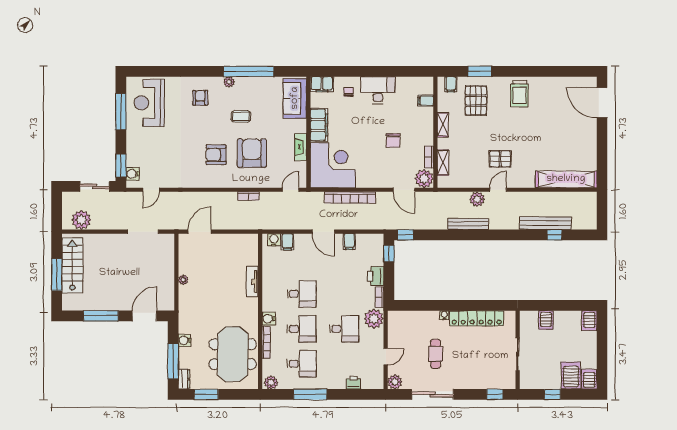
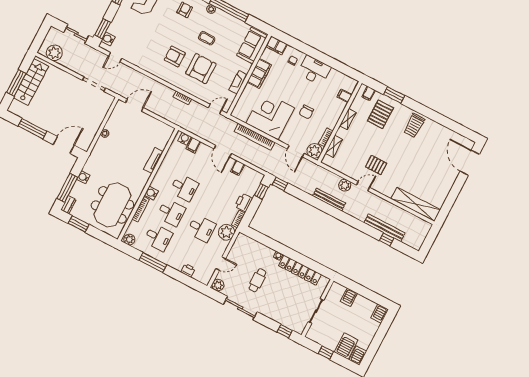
corner desk: (333, 165) -> (270, 116), moved, turned -90

